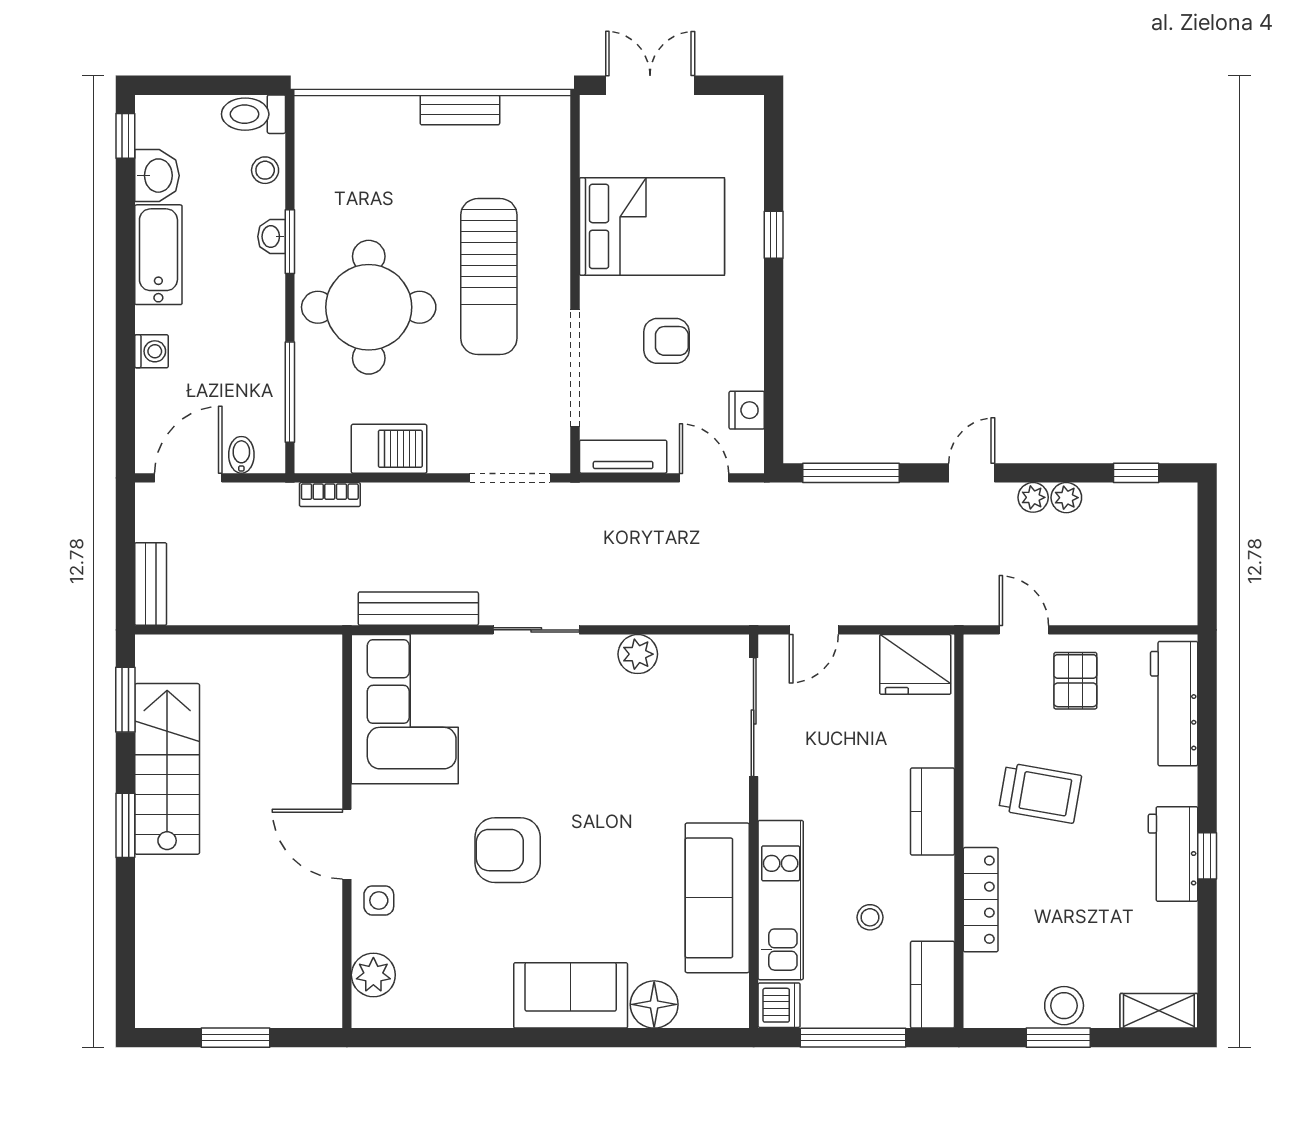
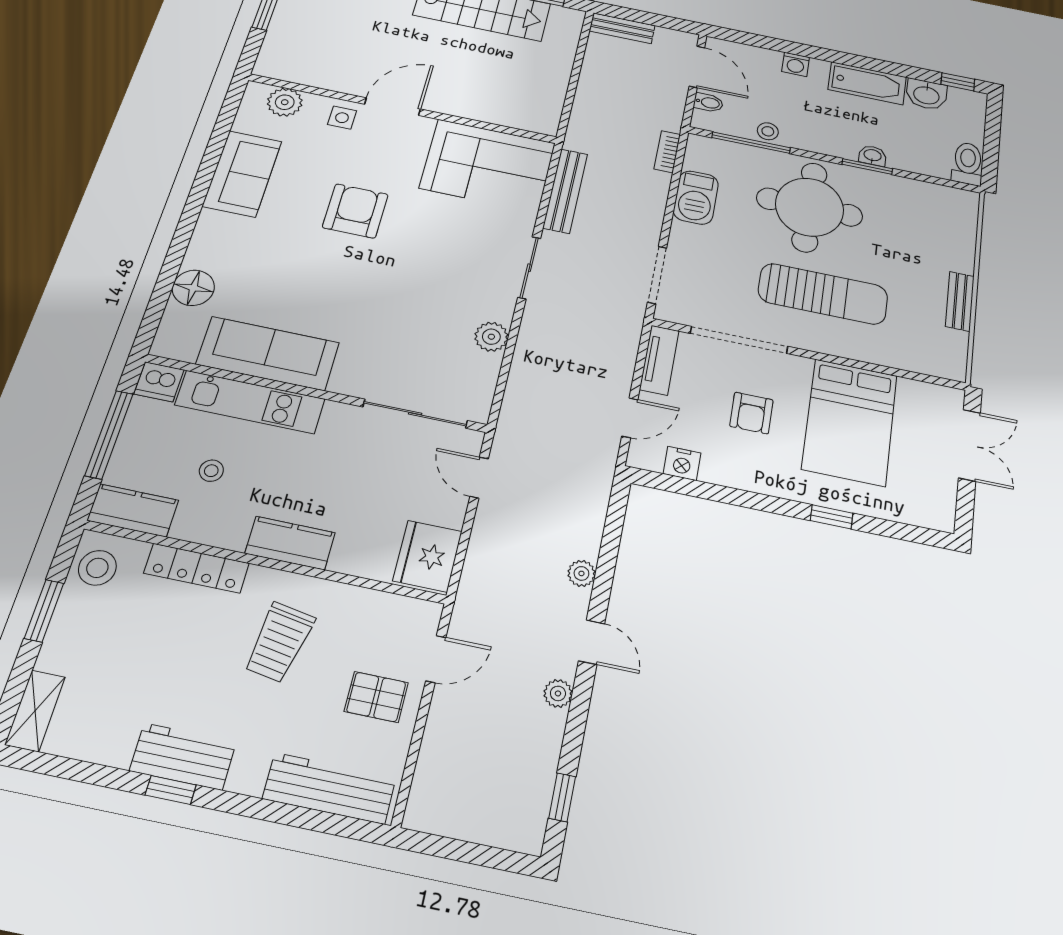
stool: (265, 170) -> (768, 131), moved
sun lounger: (489, 277) -> (823, 294), turned 180
window: (851, 473) -> (612, 537), removed
plant: (1066, 498) -> (581, 573), moved
sofa: (571, 995) -> (242, 174), moved
stool: (1064, 1006) -> (97, 568), moved

